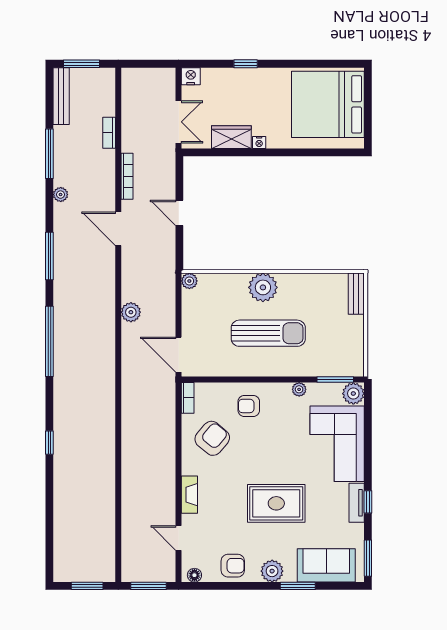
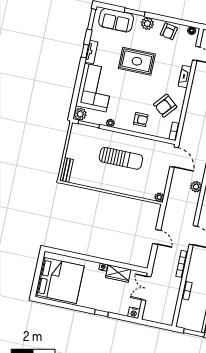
plant: (263, 287) -> (118, 185), removed
sun lounger: (268, 333) -> (121, 158), turned 180
armchair: (233, 566) -> (169, 31), turned -79

